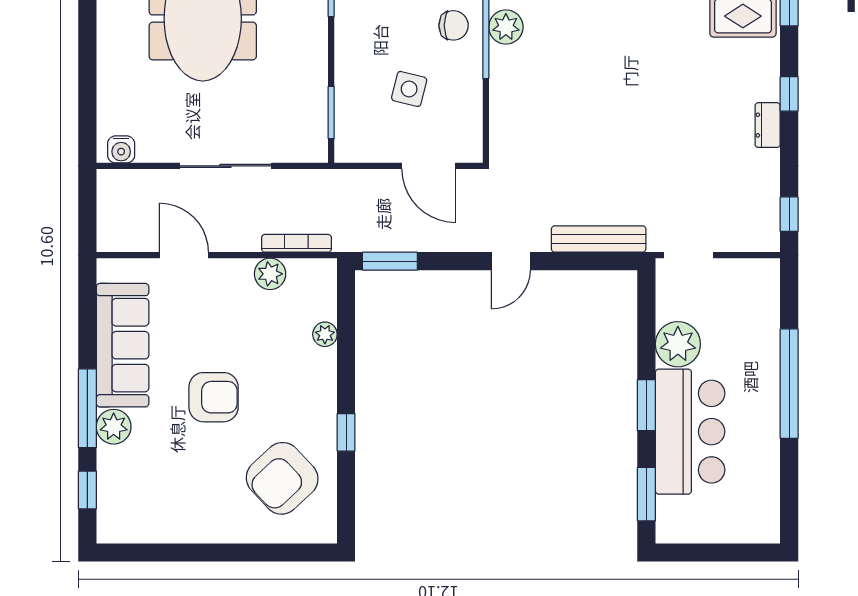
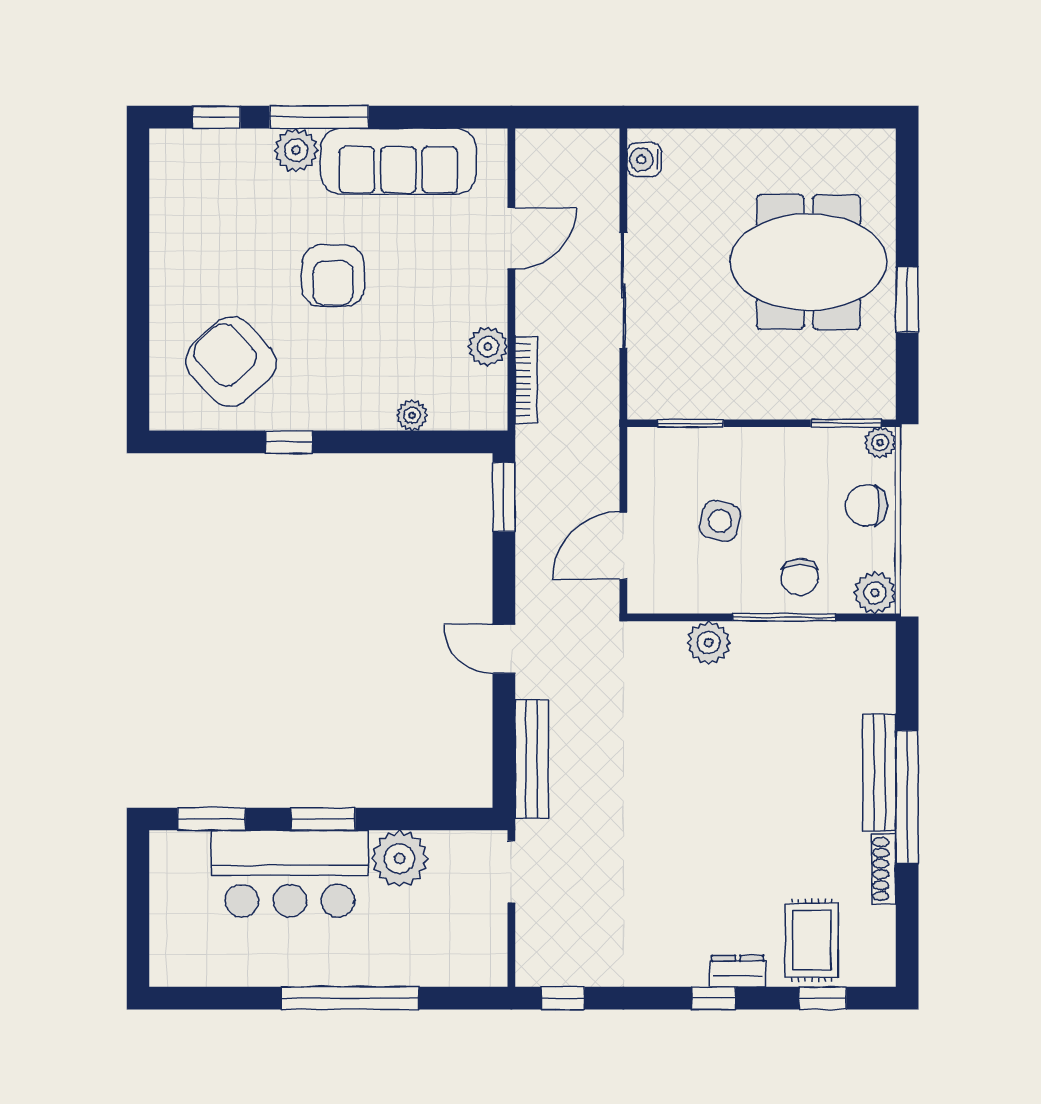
plant: (506, 27) -> (709, 643), moved
dresser: (768, 125) -> (738, 971), moved

